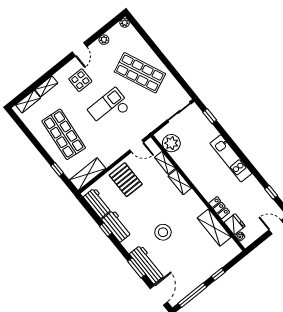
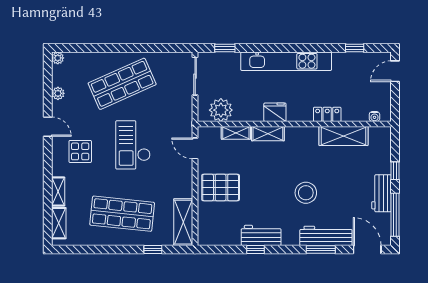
door: (137, 146) -> (195, 148), swing flipped
kitchen unit: (231, 158) -> (286, 61), width x1.36
workbench: (98, 203) -> (382, 193), moved, turned -90
fridge: (235, 224) -> (275, 112), moved

